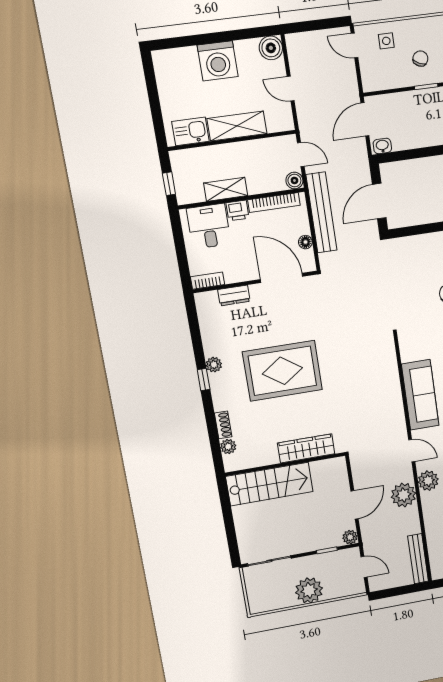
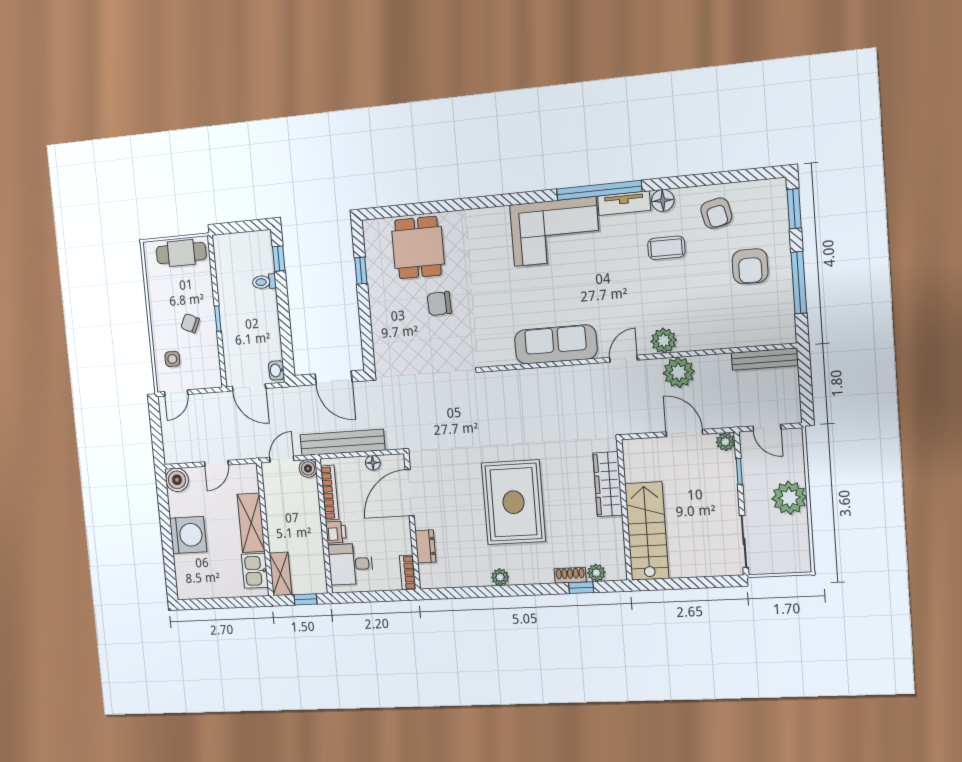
shelving: (226, 189) -> (280, 574), moved
window: (204, 380) -> (581, 588), moved
door: (364, 567) -> (767, 428), swing flipped

